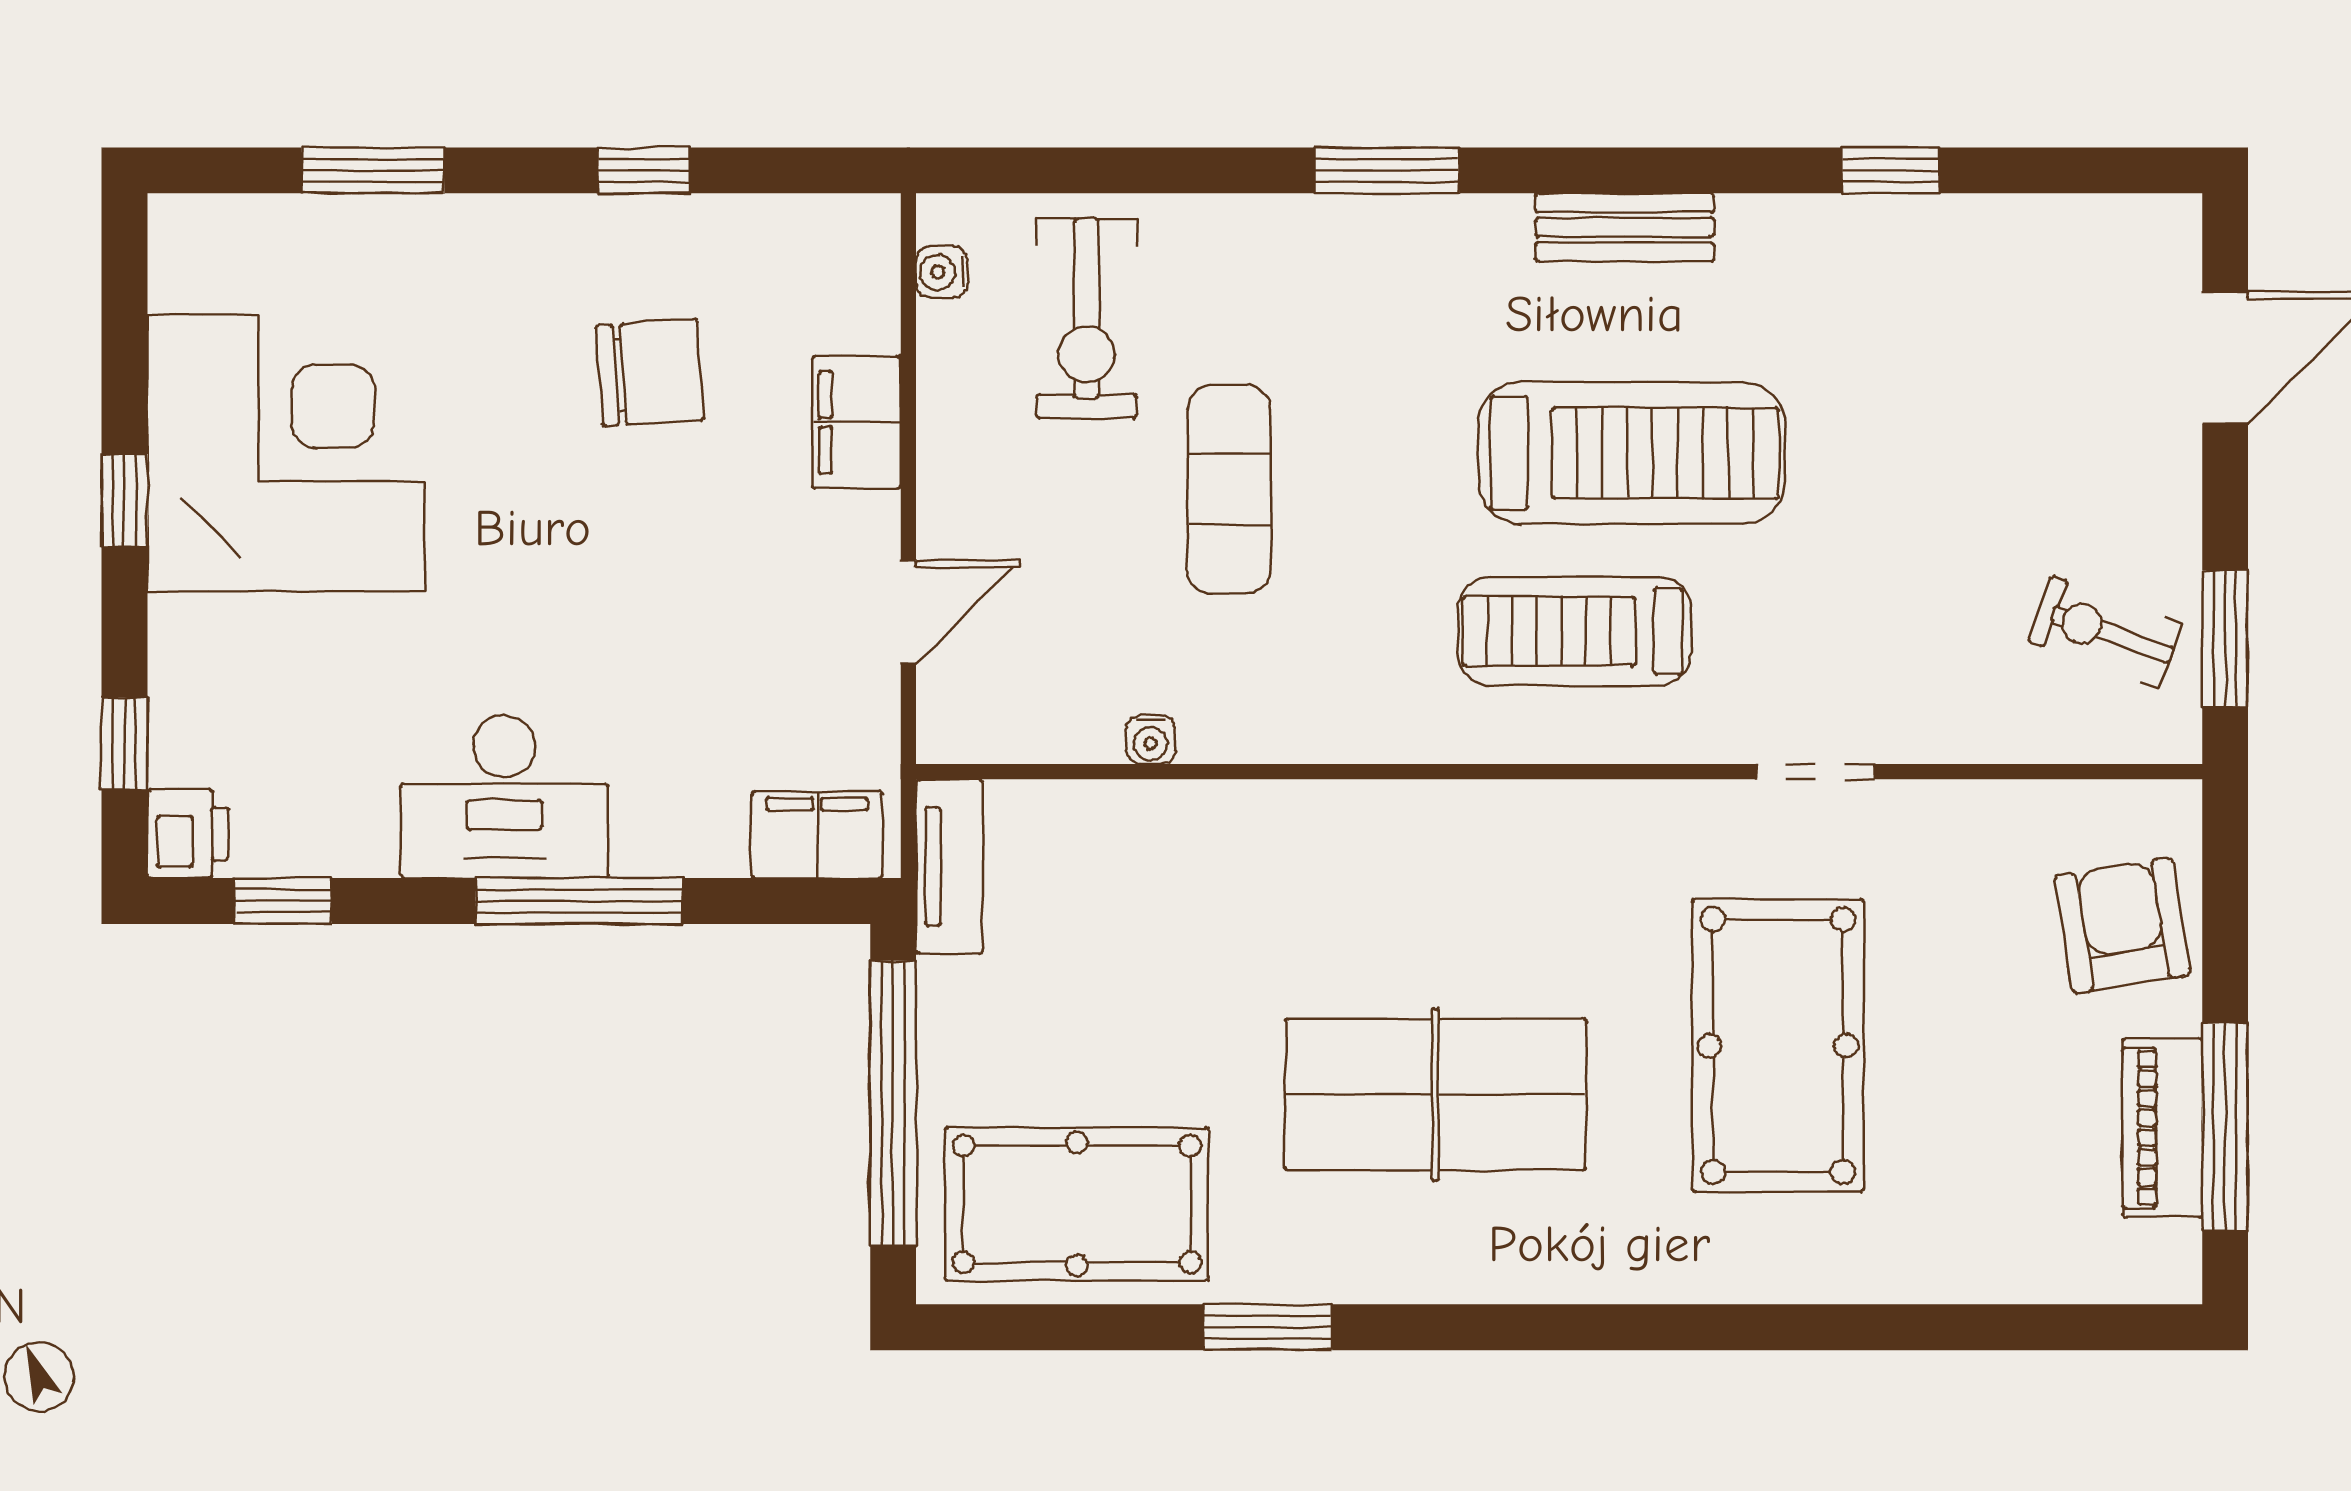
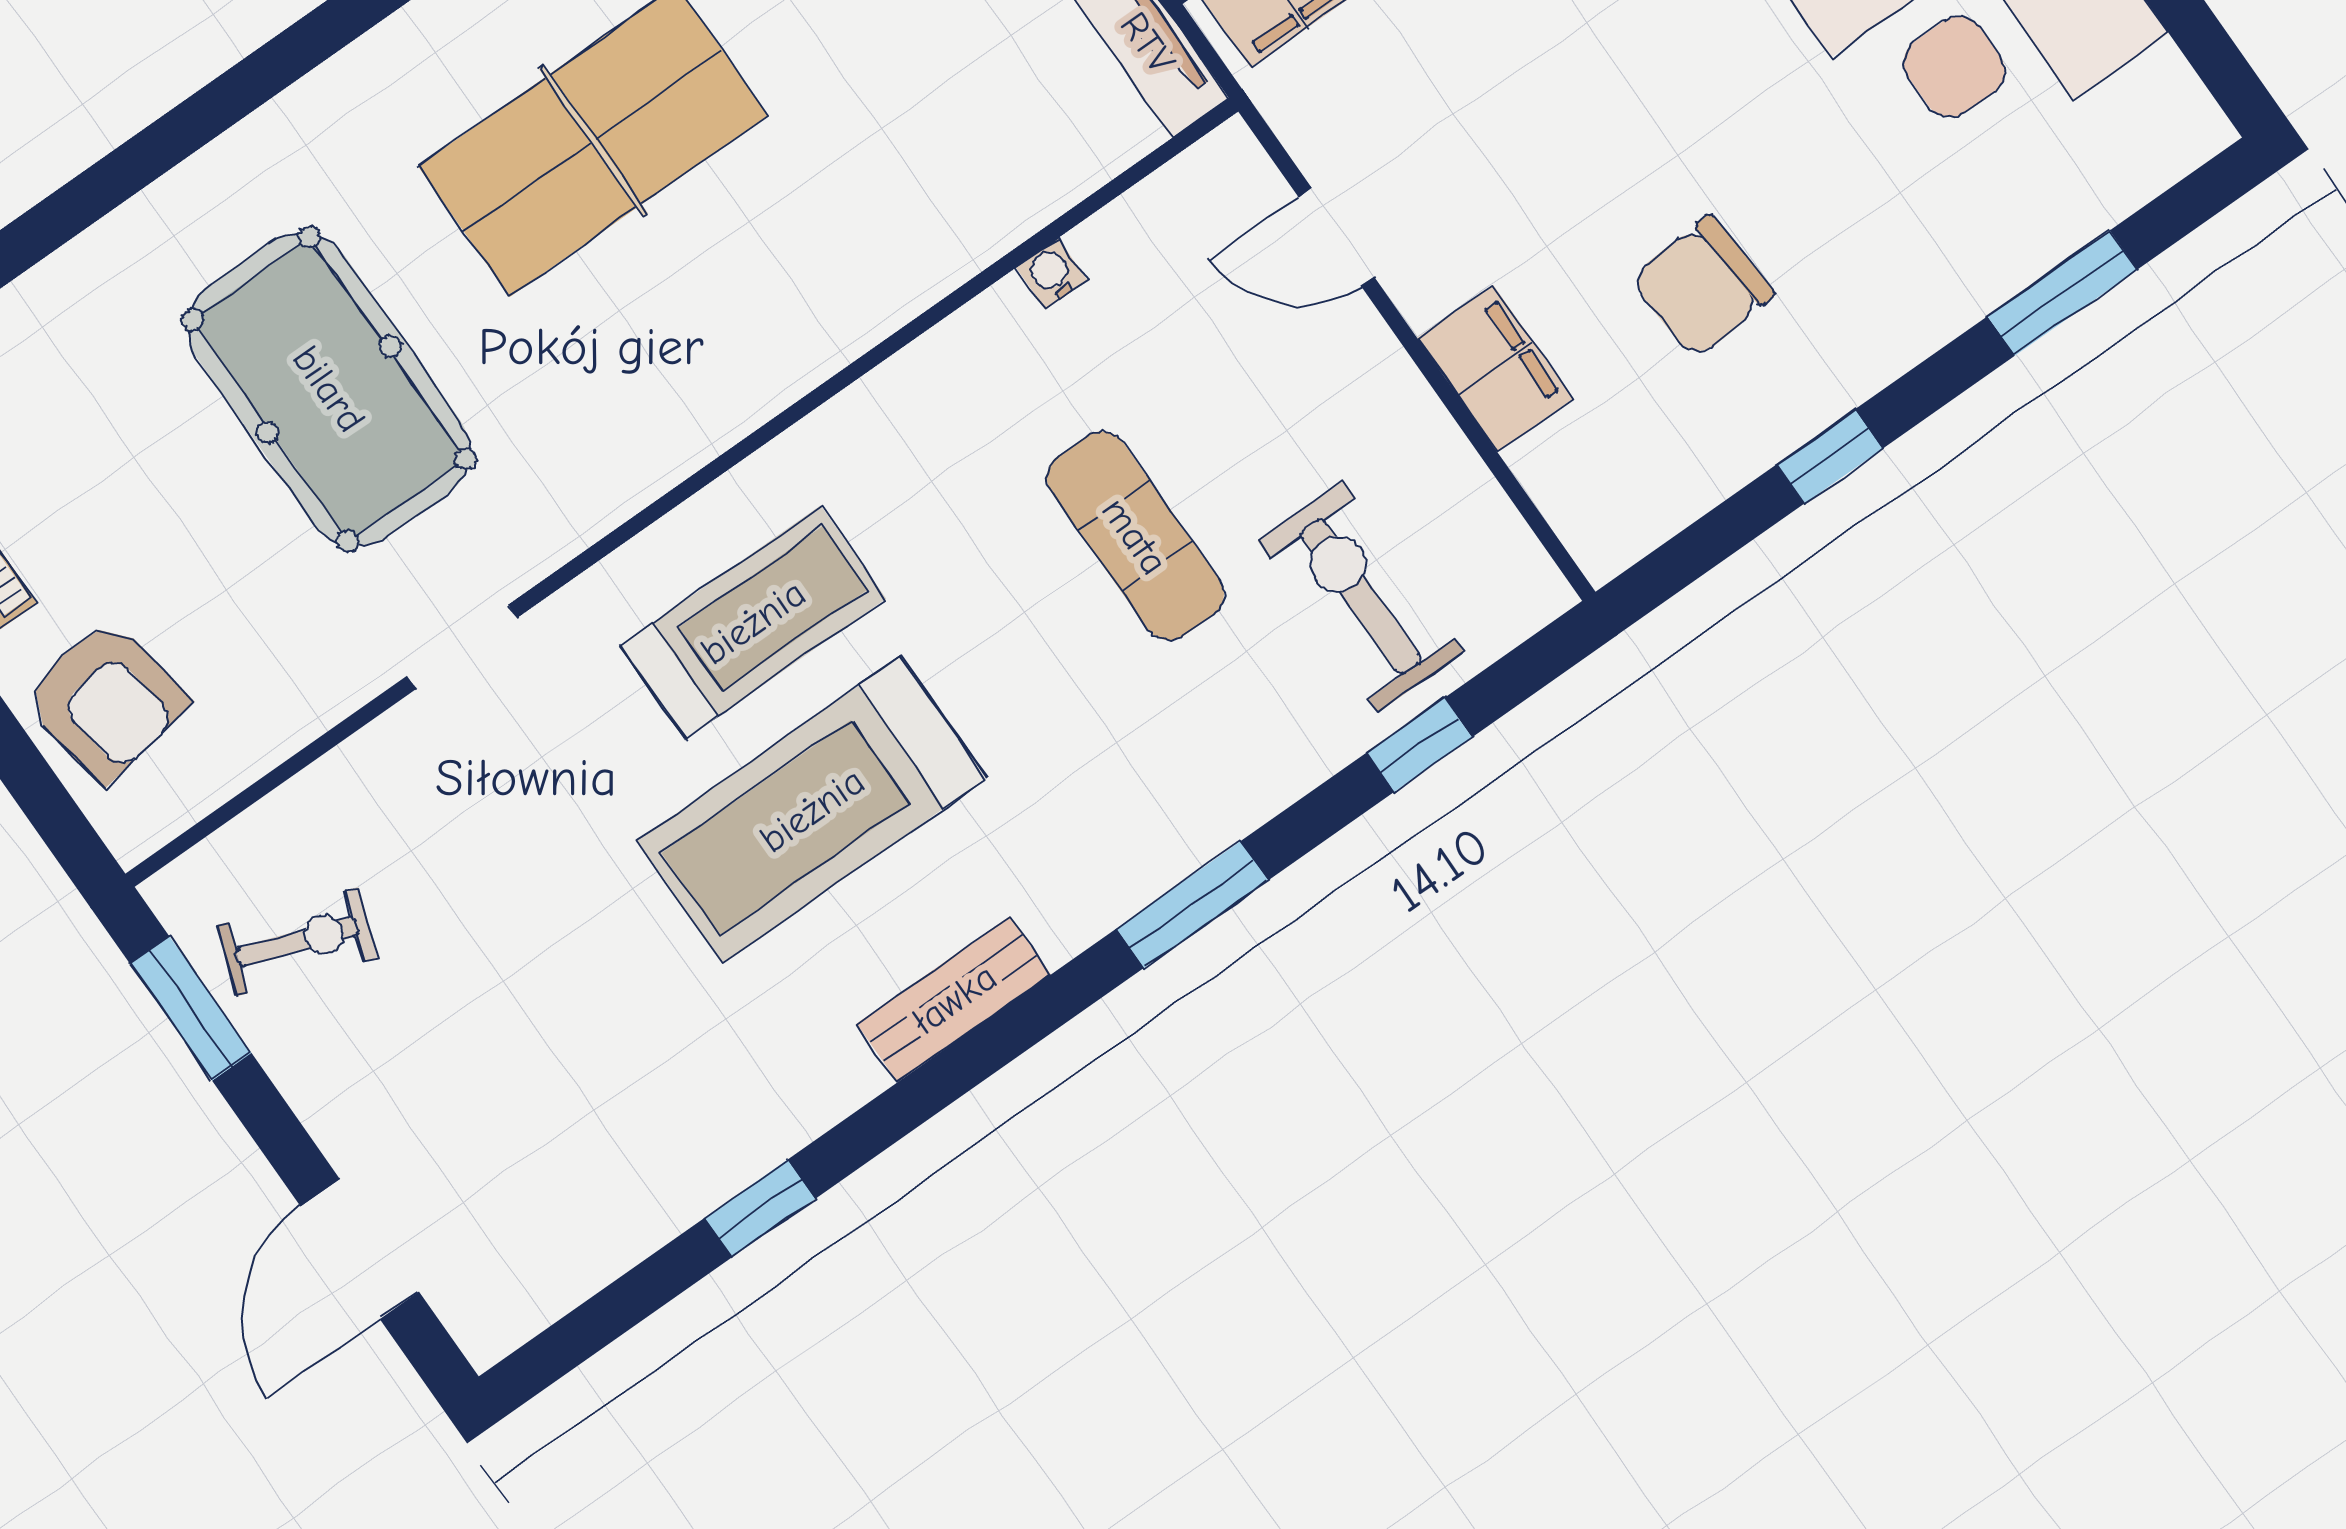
window: (1122, 170) -> (1419, 745), added
water cooler: (942, 272) -> (1513, 549), removed
door: (908, 612) -> (1336, 237), hinge flipped

